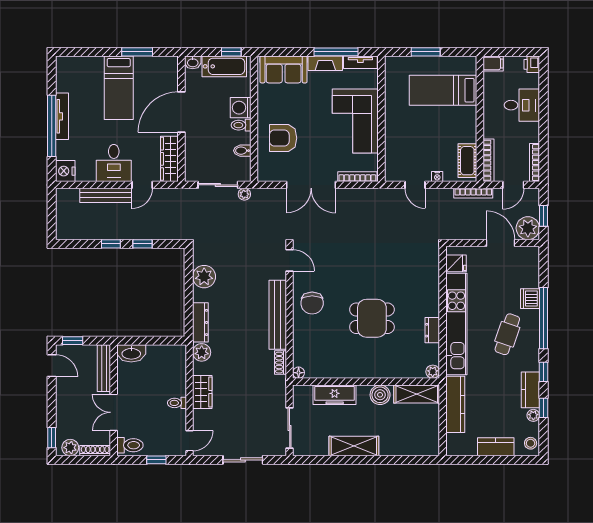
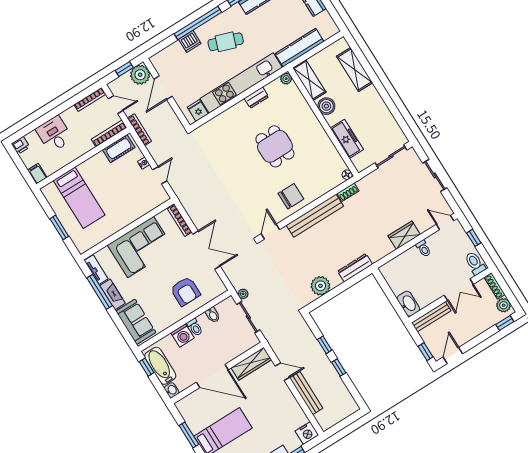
desk: (114, 163) -> (279, 402), removed
plant: (202, 352) -> (376, 253), removed
shelving: (354, 446) -> (355, 69), moved

